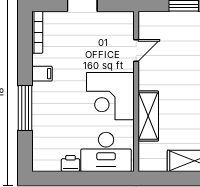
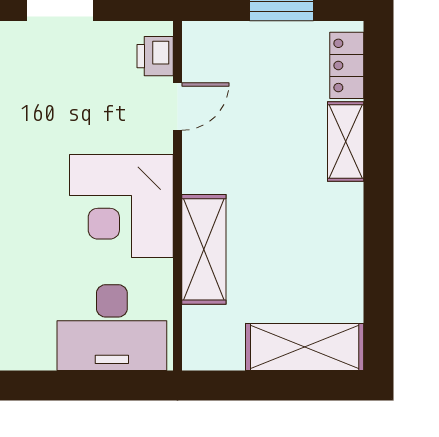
printer: (70, 163) -> (155, 56), moved, turned -90

